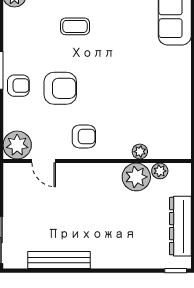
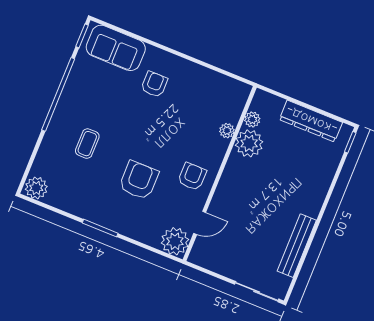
armchair: (18, 86) -> (154, 84), moved

